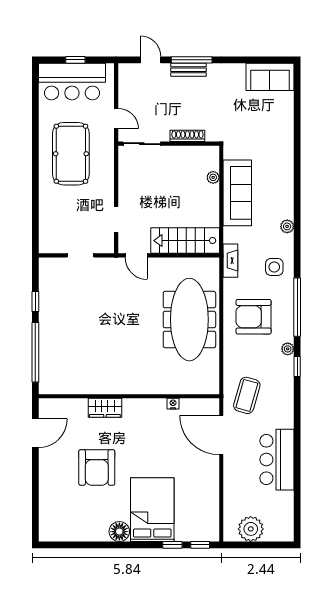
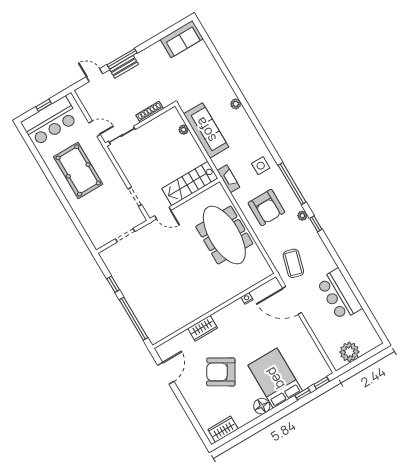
plant: (287, 226) -> (236, 104), moved
armchair: (254, 317) -> (266, 208), turned -90
armchair: (97, 468) -> (221, 372), turned 121
wardrobe: (62, 532) -> (223, 429), added

